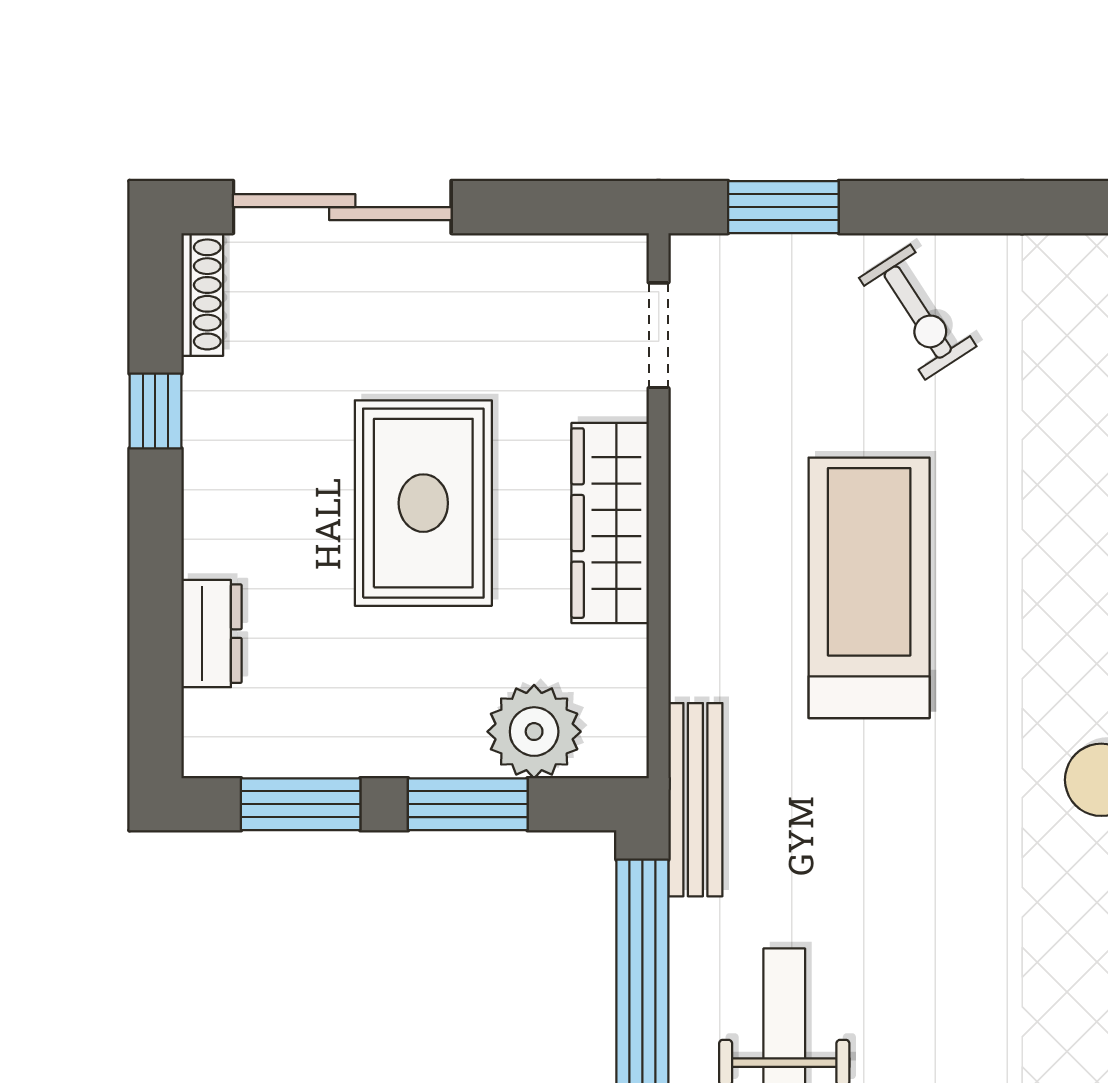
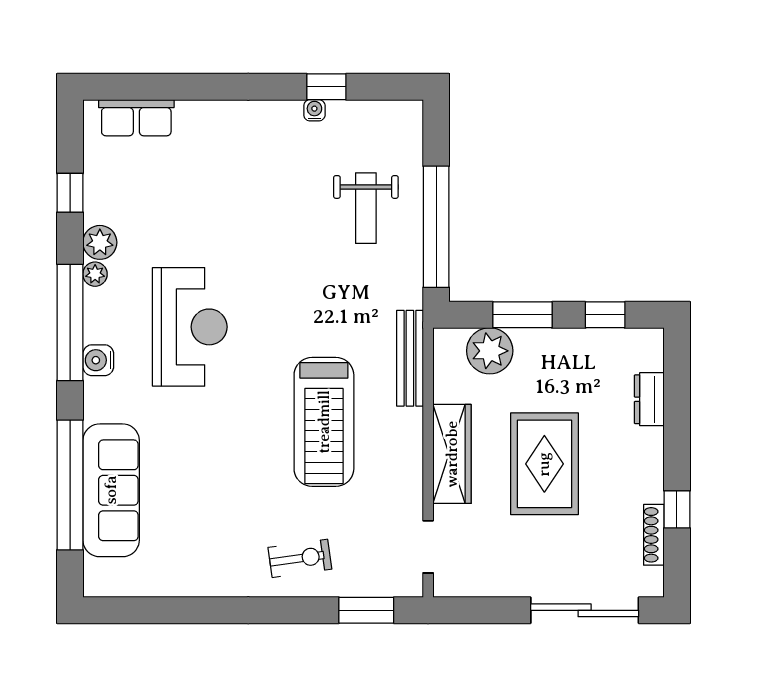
shoe rack: (202, 294) -> (654, 535), moved
exercise bike: (918, 312) -> (300, 558), turned 115
bench: (695, 800) -> (410, 358), moved
window: (301, 804) -> (605, 315), width x0.67

